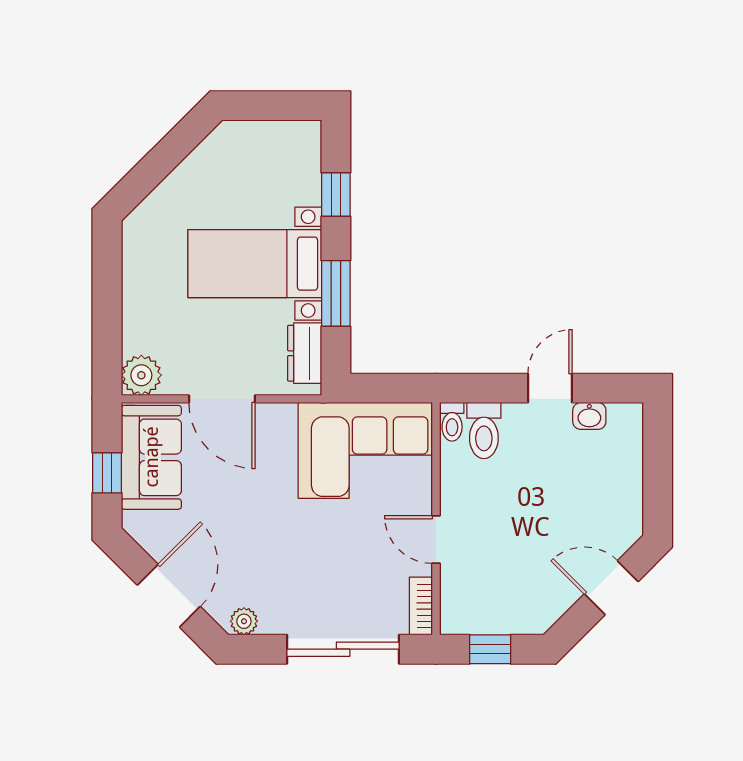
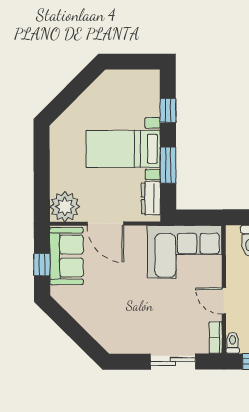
plant: (141, 375) -> (65, 207), width x1.36, depth x1.36
toilet: (452, 422) -> (233, 343), moved, turned 180
door: (169, 596) -> (76, 332), removed
plant: (244, 621) -> (118, 346), removed
sliding door: (343, 649) -> (173, 362), width x0.73

